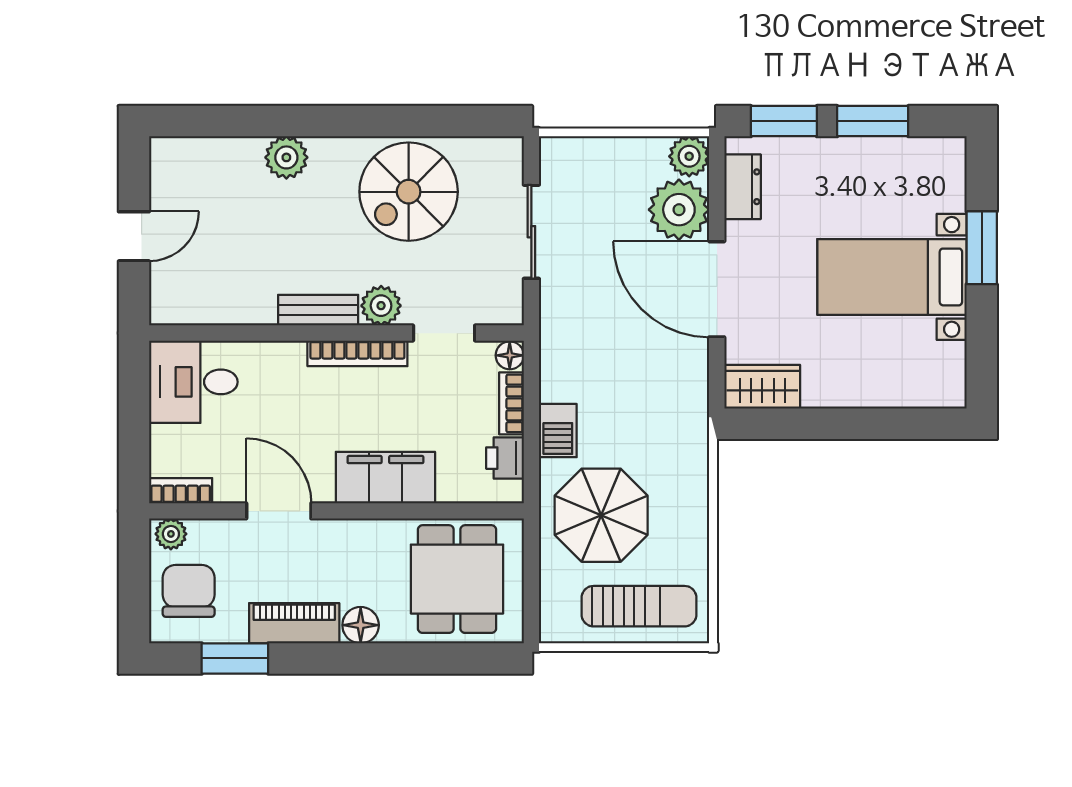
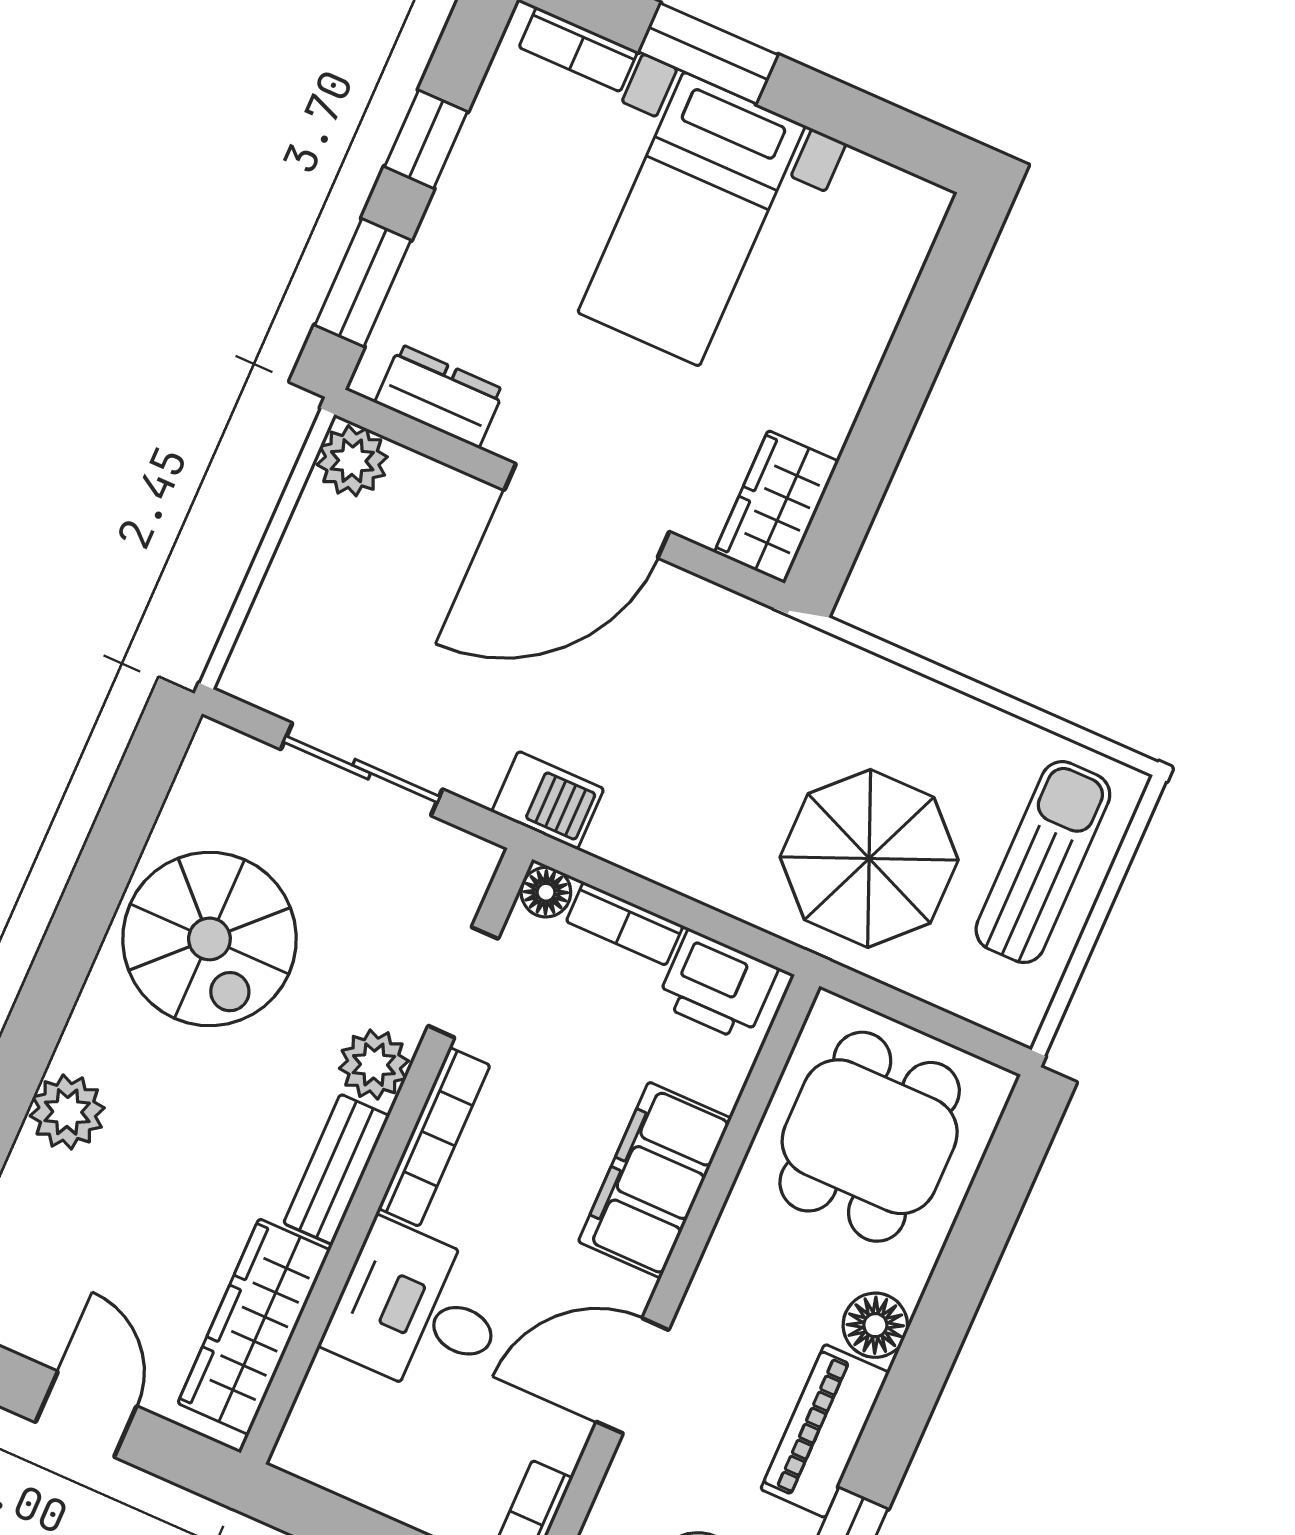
window: (873, 121) -> (426, 139), width x0.67
bookcase: (954, 179) -> (578, 49), added
plant: (679, 210) -> (431, 515), removed
wardrobe: (218, 303) -> (254, 1327), added
desk: (193, 382) -> (418, 1311), moved, turned 90
barbecue: (558, 431) -> (548, 800), moved
printer: (505, 458) -> (717, 986), width x1.36, depth x1.24
dining table: (457, 579) -> (870, 1137), turned 90

